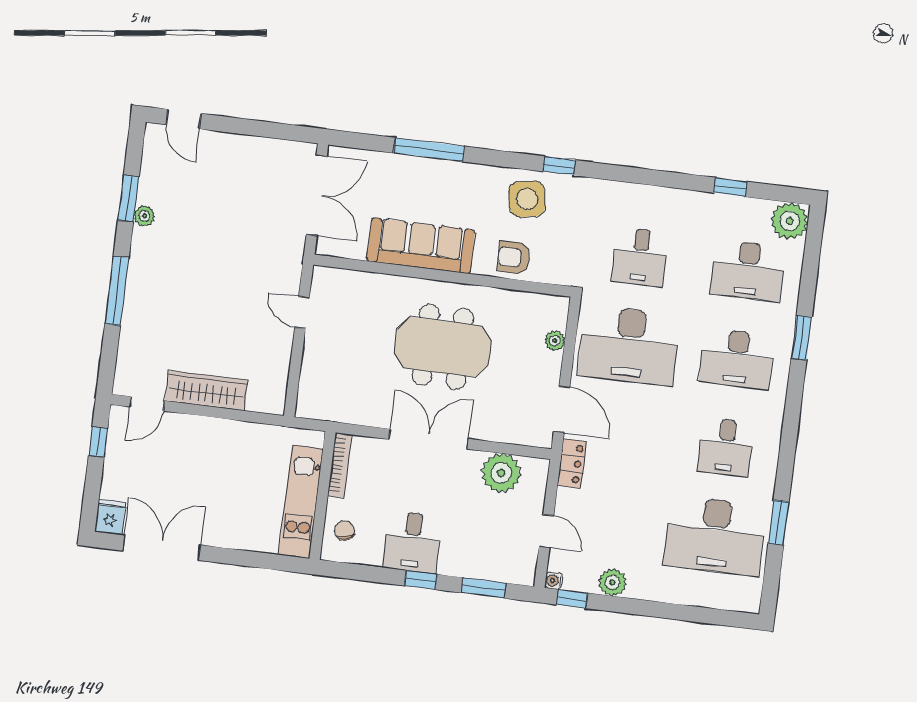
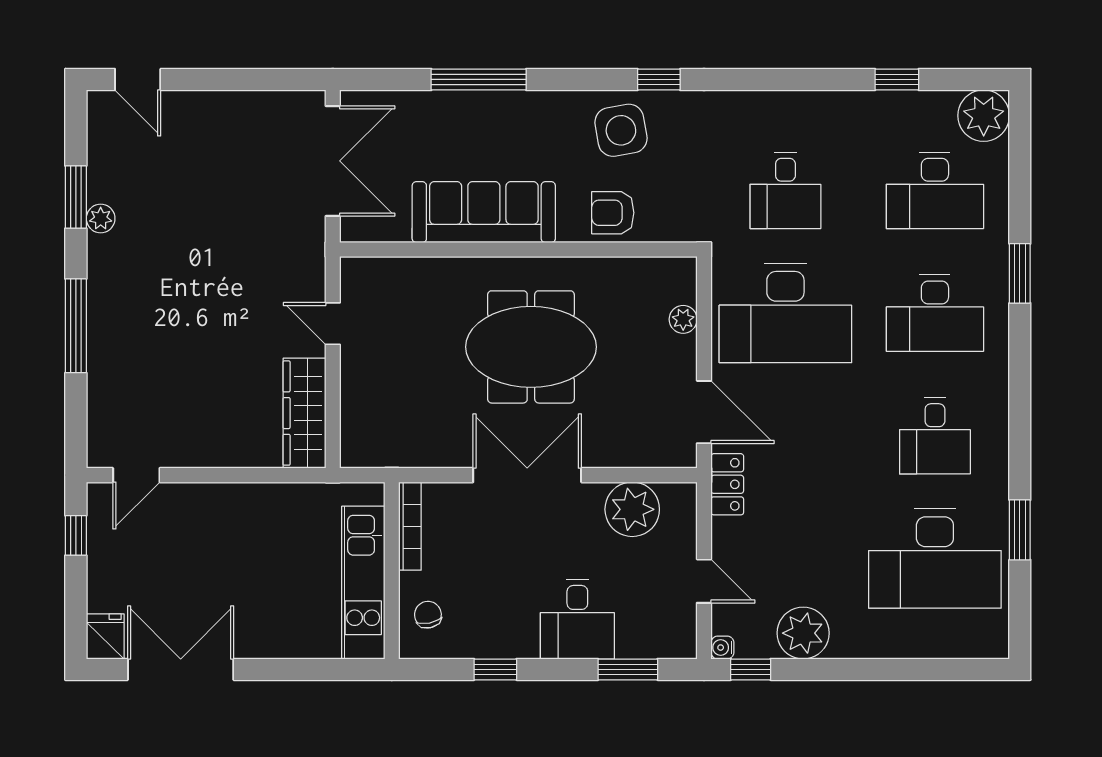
wardrobe: (206, 391) -> (304, 413), moved, turned -90
desk: (412, 542) -> (577, 619), moved
window: (421, 580) -> (495, 669), moved
plant: (613, 582) -> (803, 633), width x1.36, depth x1.36

